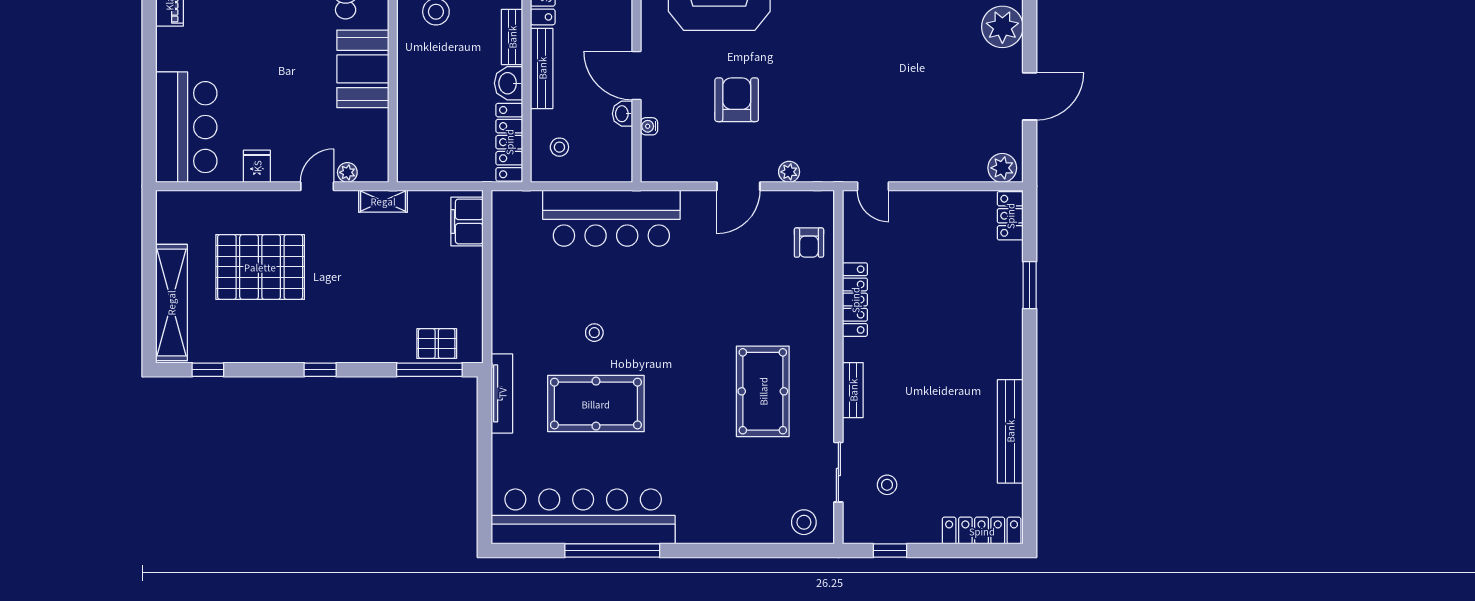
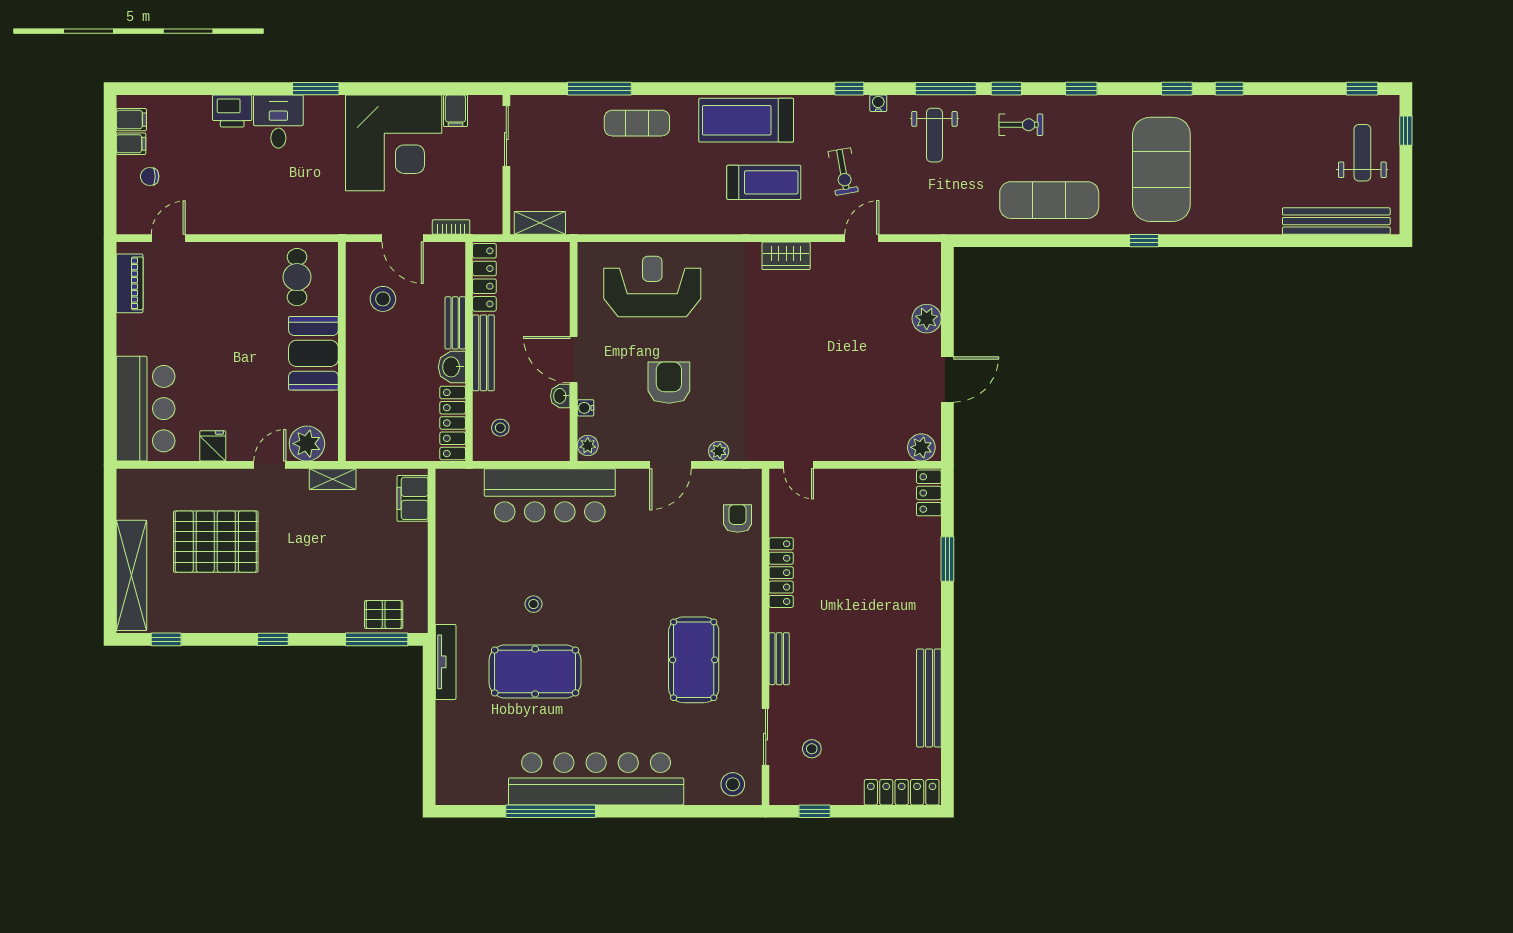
plant: (1002, 27) -> (927, 319), width x0.73, depth x0.73
plant: (651, 166) -> (588, 446), added
plant: (347, 172) -> (307, 444), width x1.88, depth x1.88
armchair: (809, 243) -> (738, 518), turned 180
bar counter: (583, 516) -> (596, 779), moved

